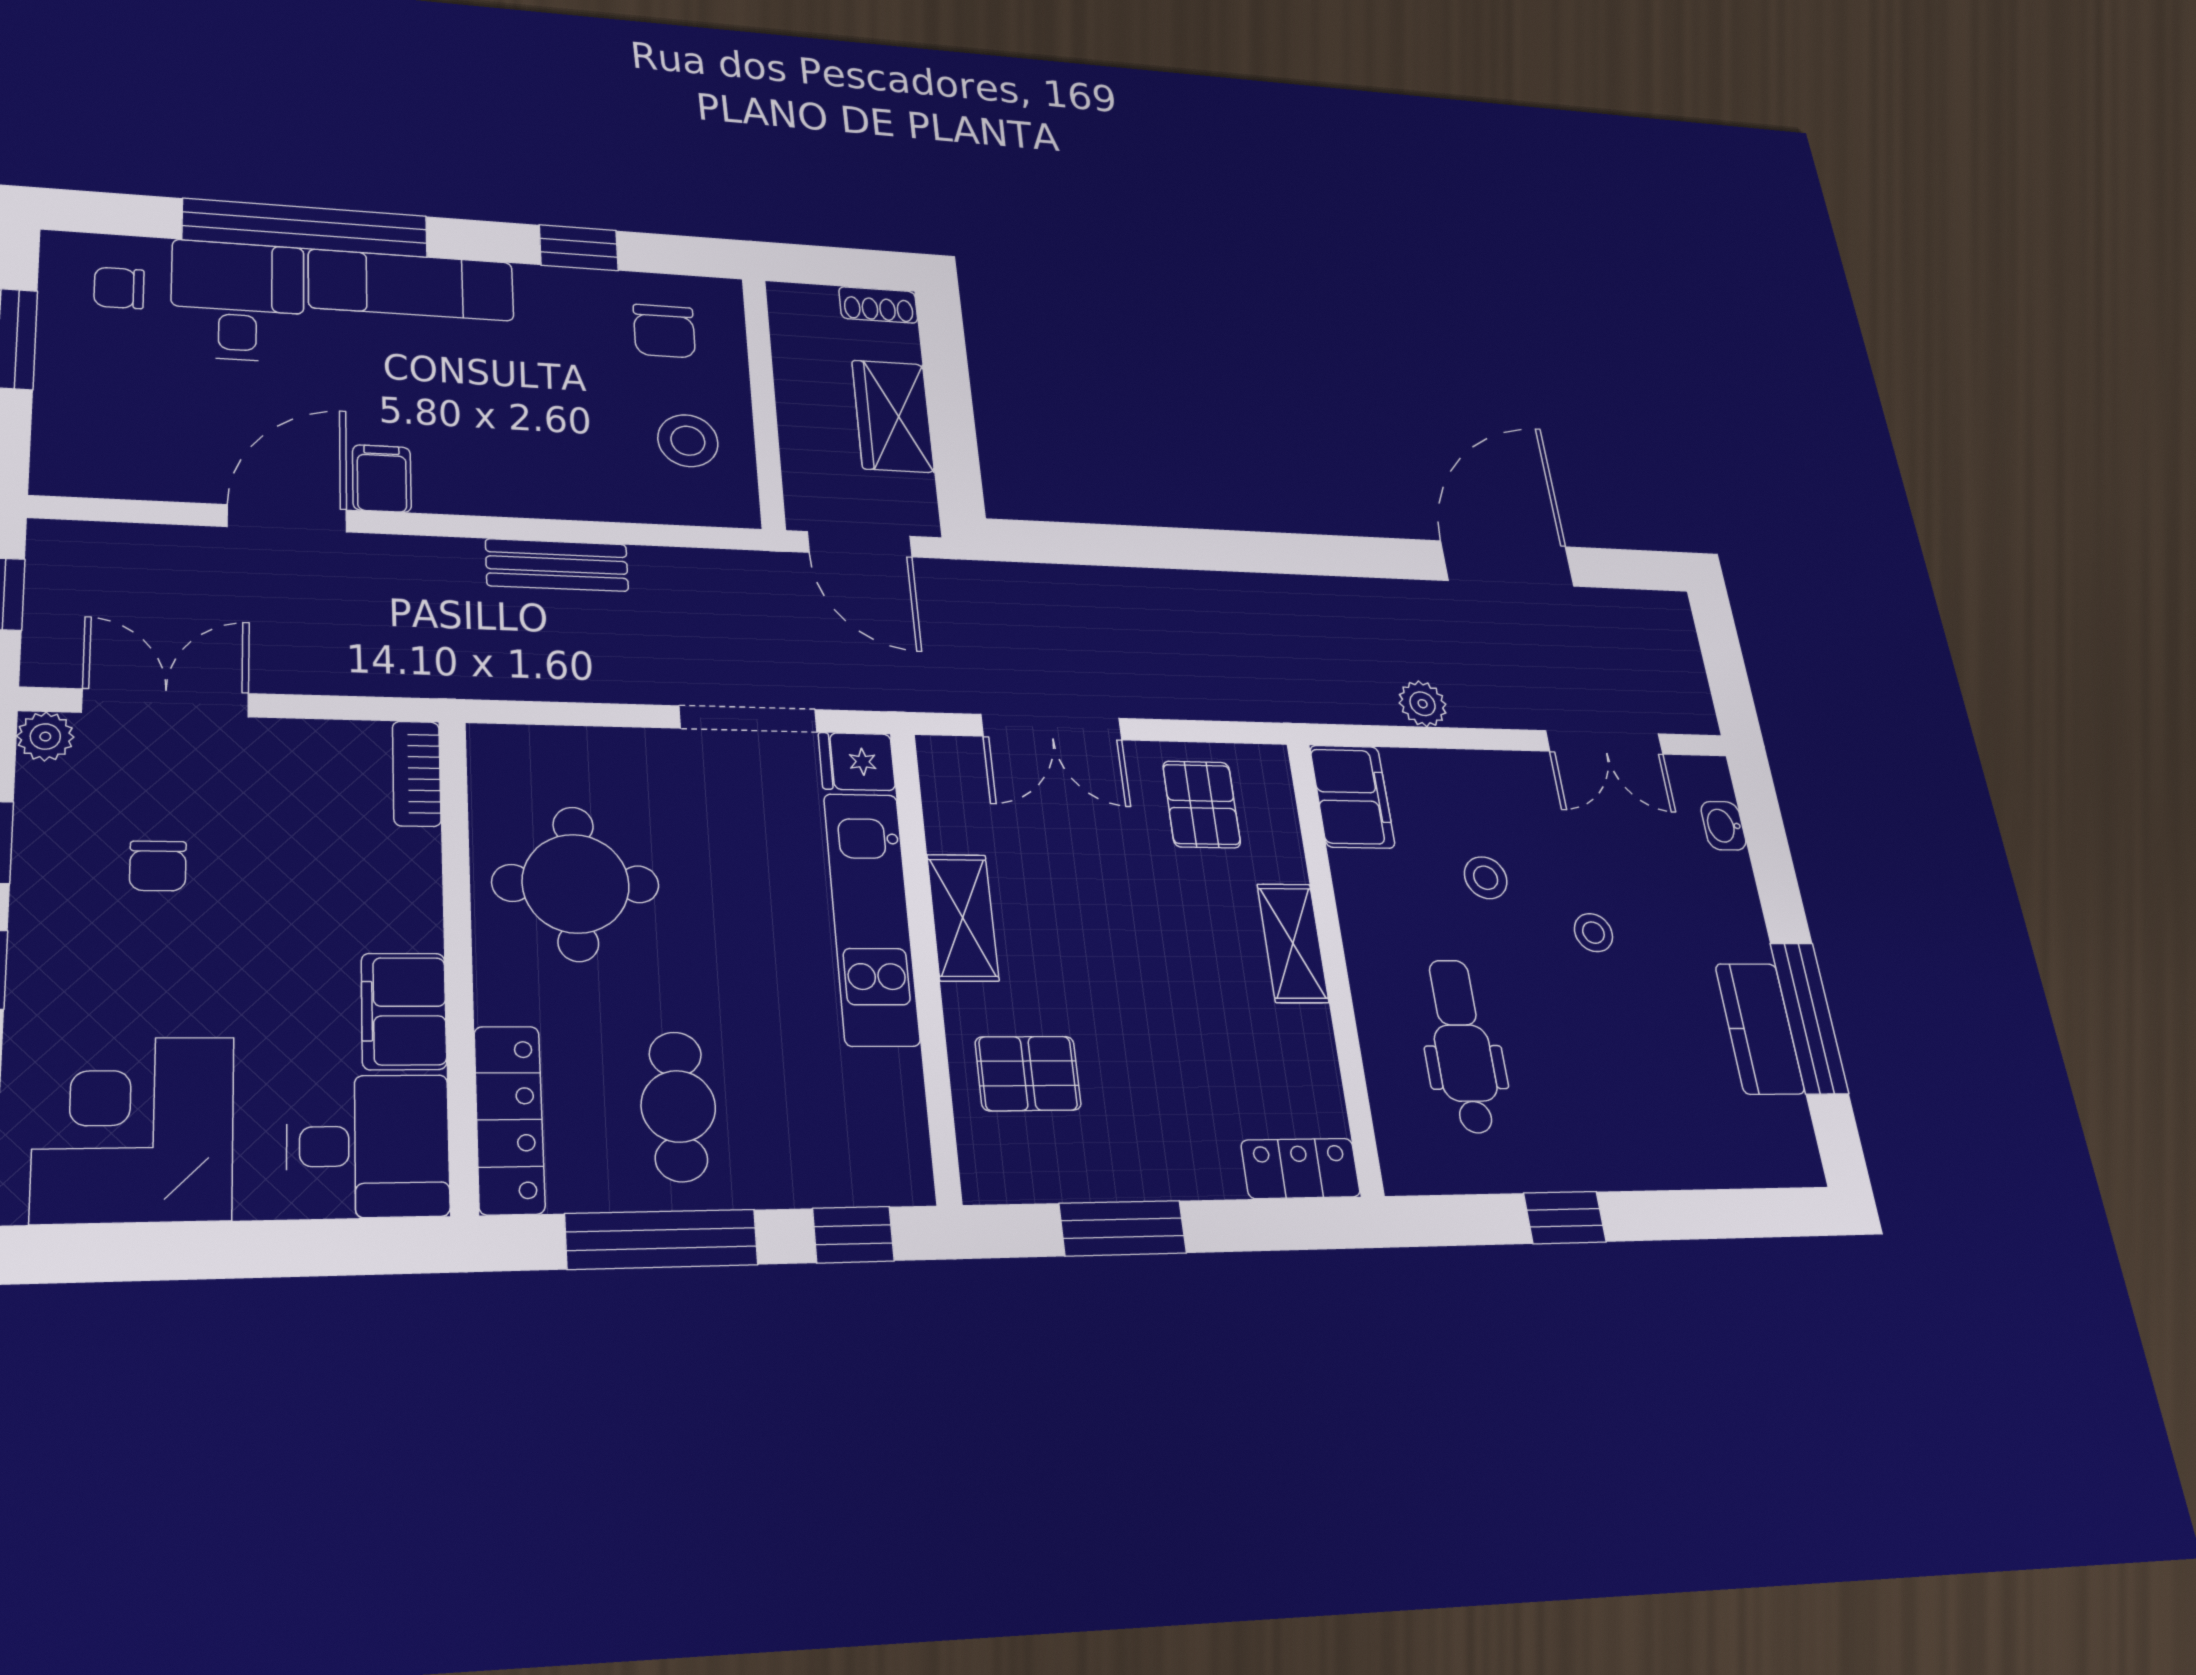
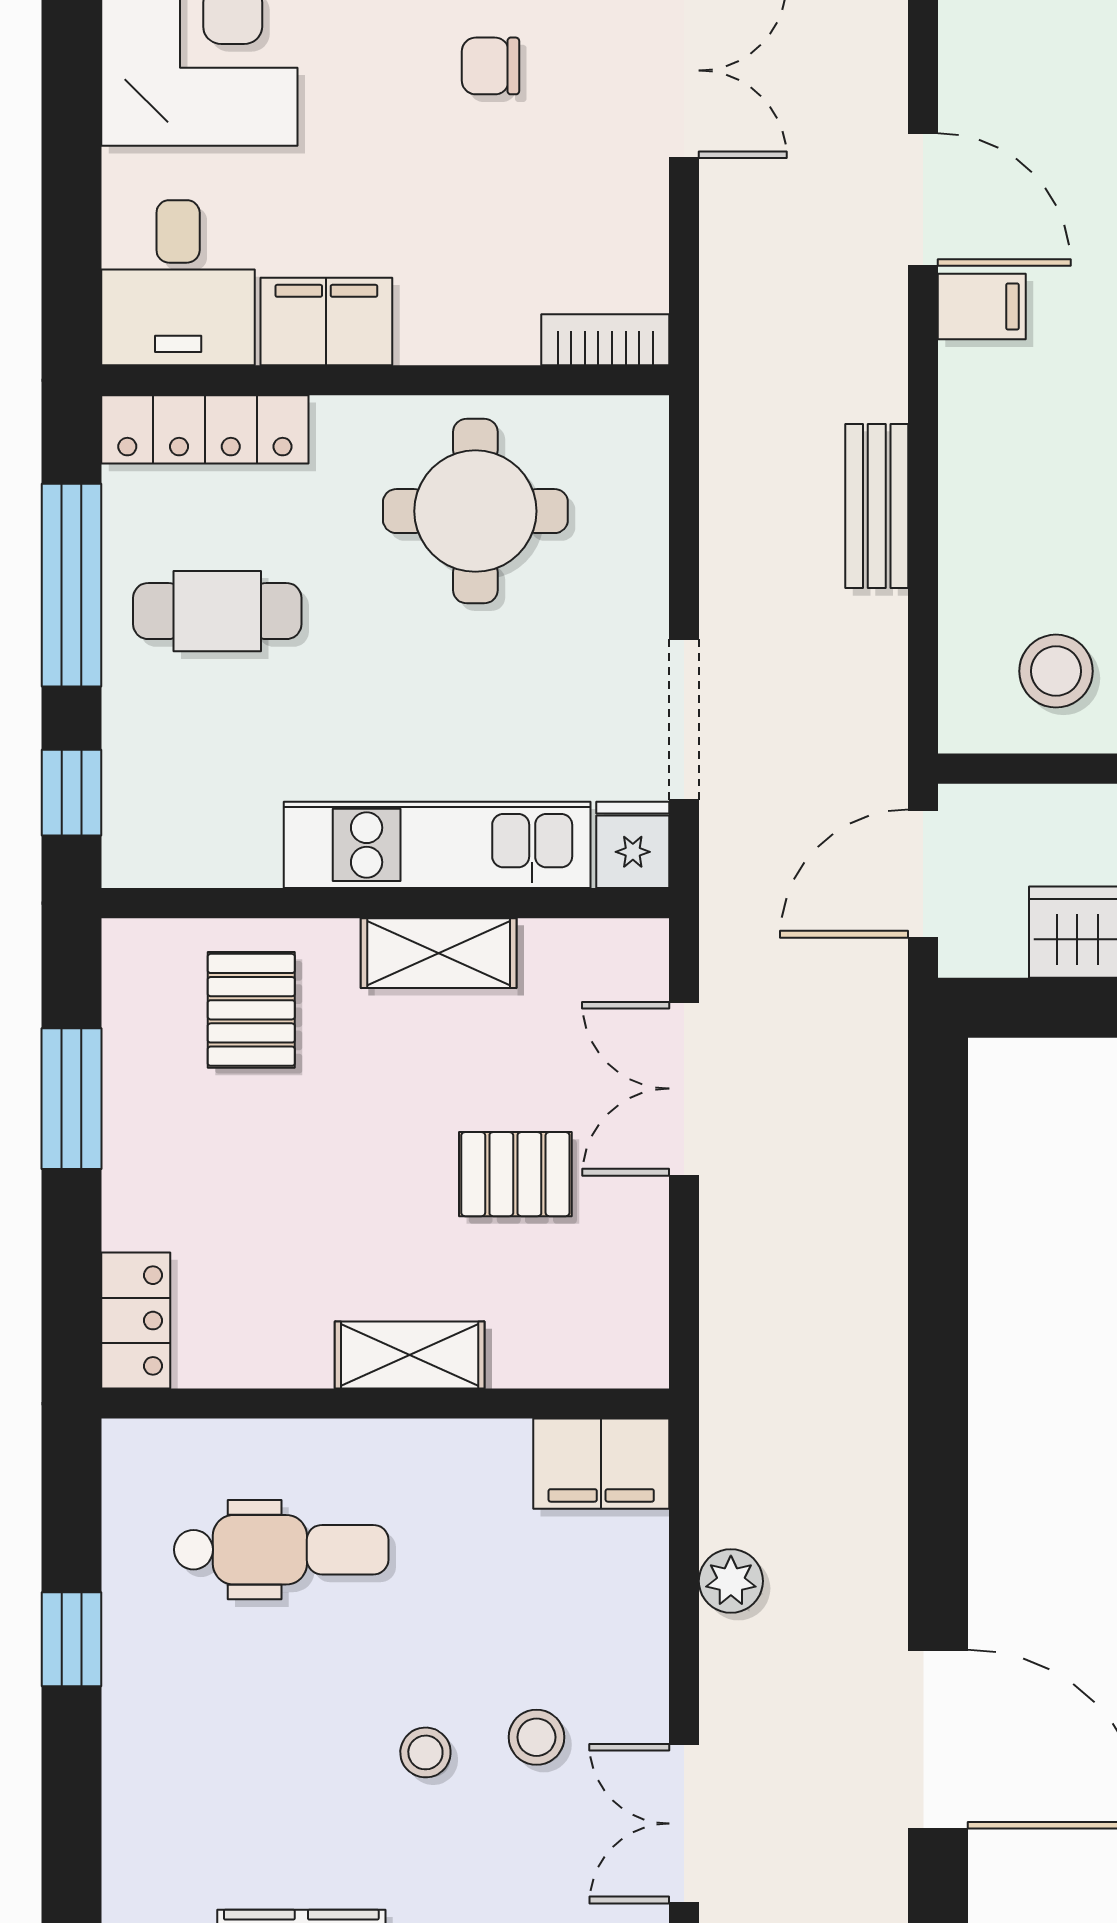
pallet: (1202, 804) -> (515, 1174), moved
stool: (1486, 878) -> (536, 1737), moved

